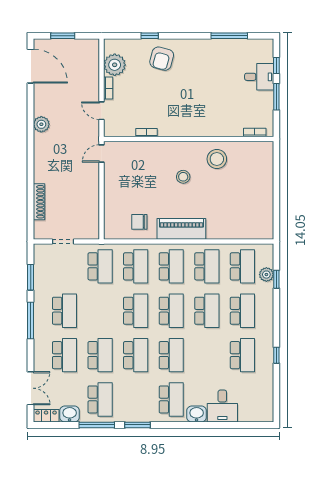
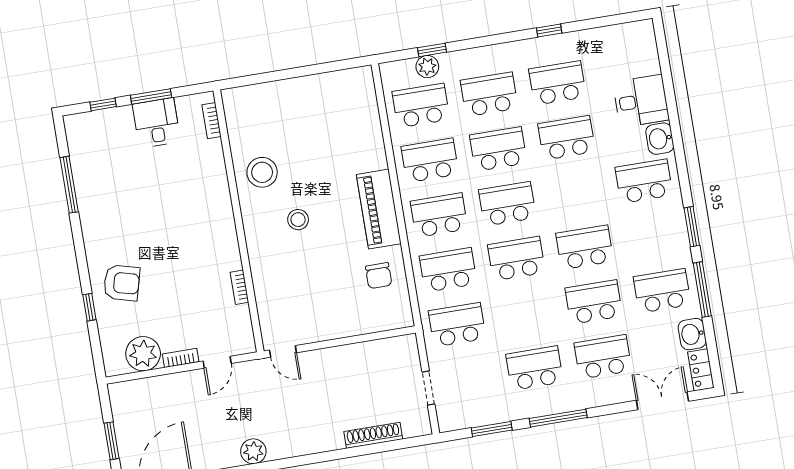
desk: (259, 77) -> (156, 123), moved
school desk: (171, 355) -> (567, 138), moved

